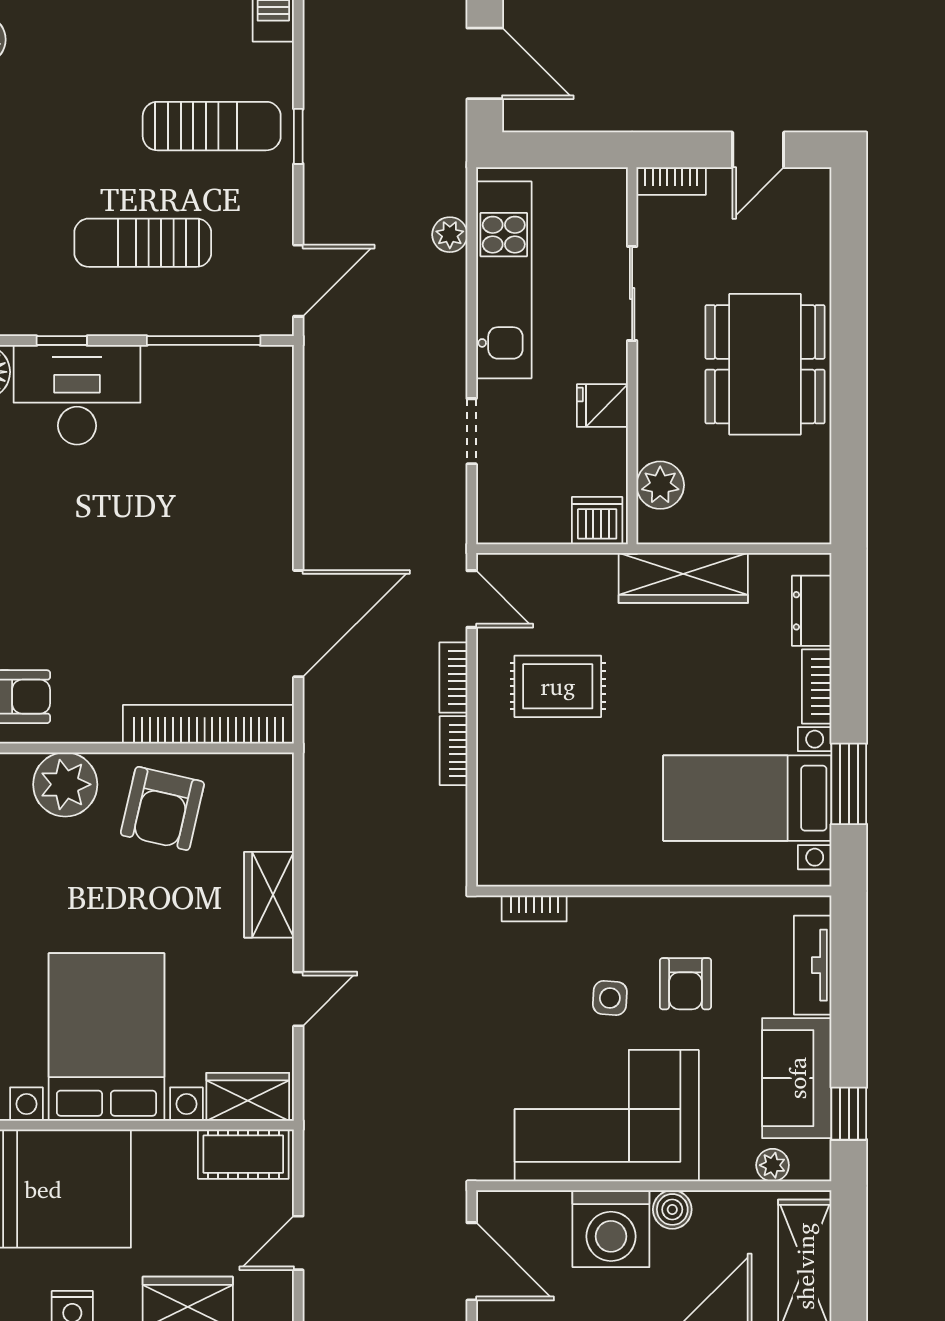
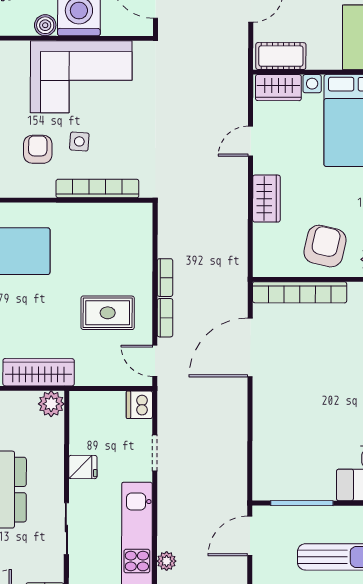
plant: (660, 485) -> (51, 404), moved
dishwasher: (597, 521) -> (139, 405), moved, turned 90
bookcase: (534, 908) -> (97, 189), width x2.31, depth x1.31

